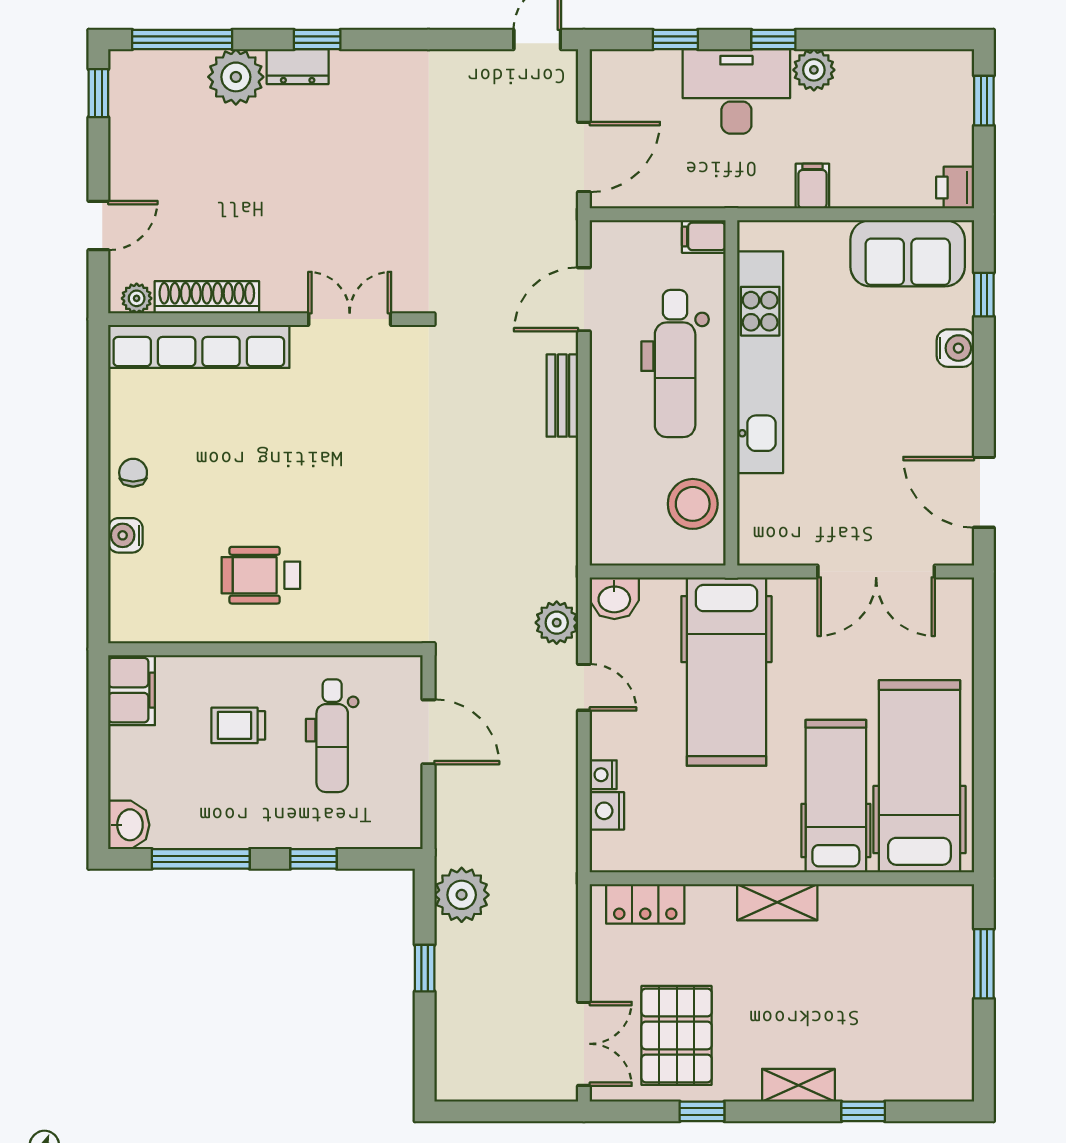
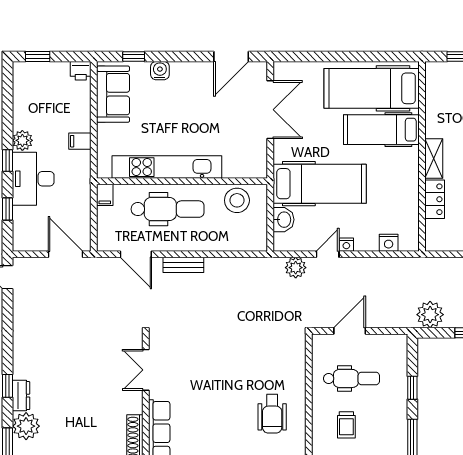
washbasin: (614, 598) -> (284, 220), moved
nightstand: (603, 775) -> (346, 245), moved
locker: (645, 904) -> (435, 199), moved

